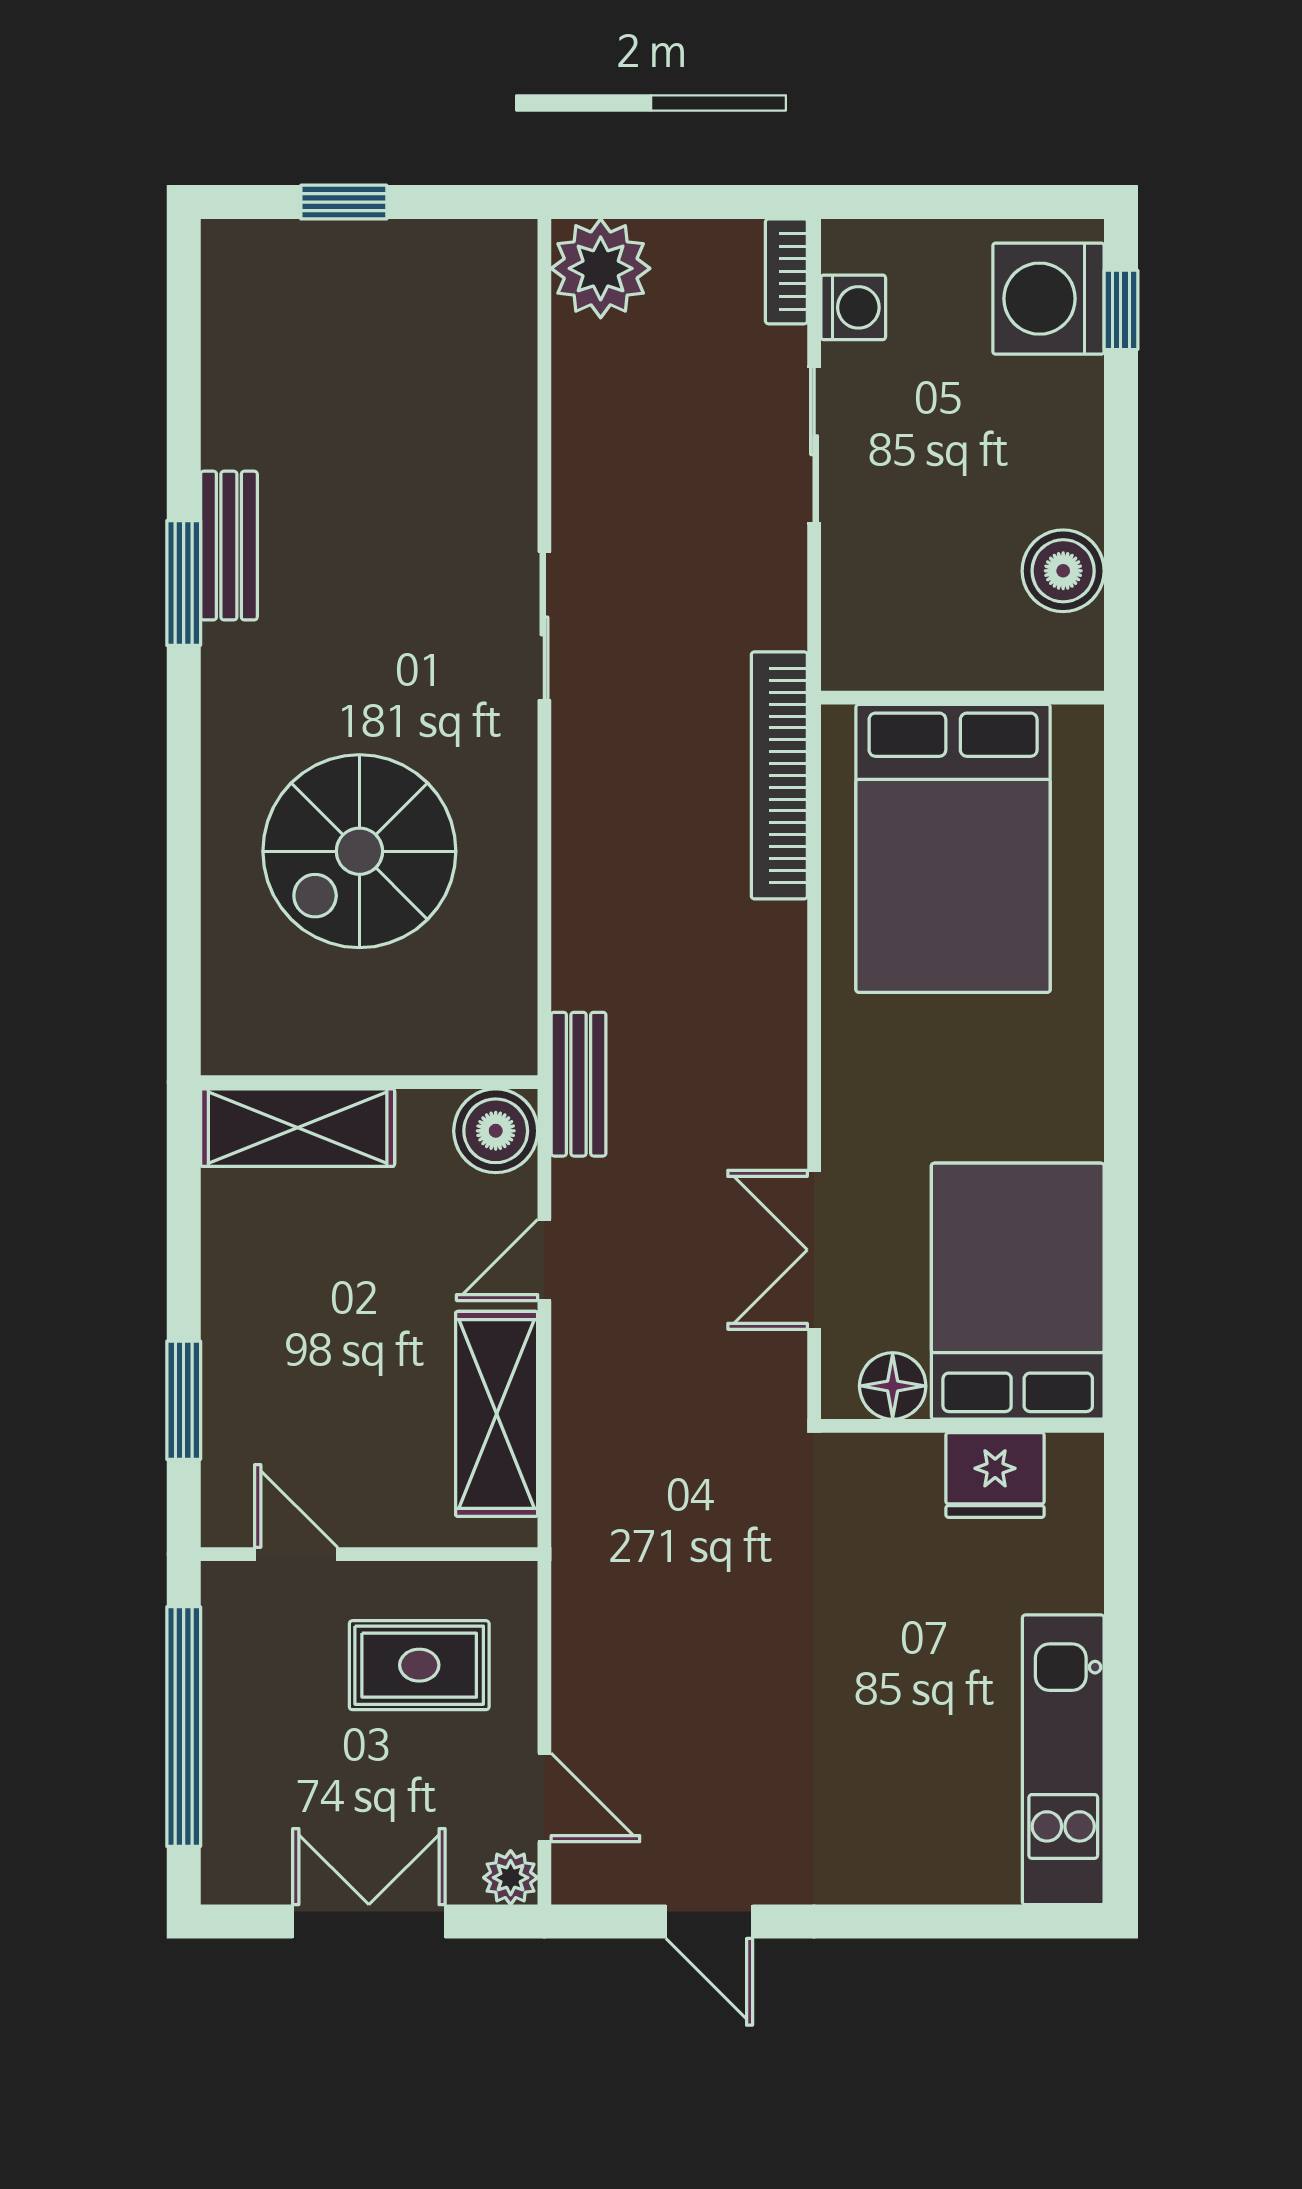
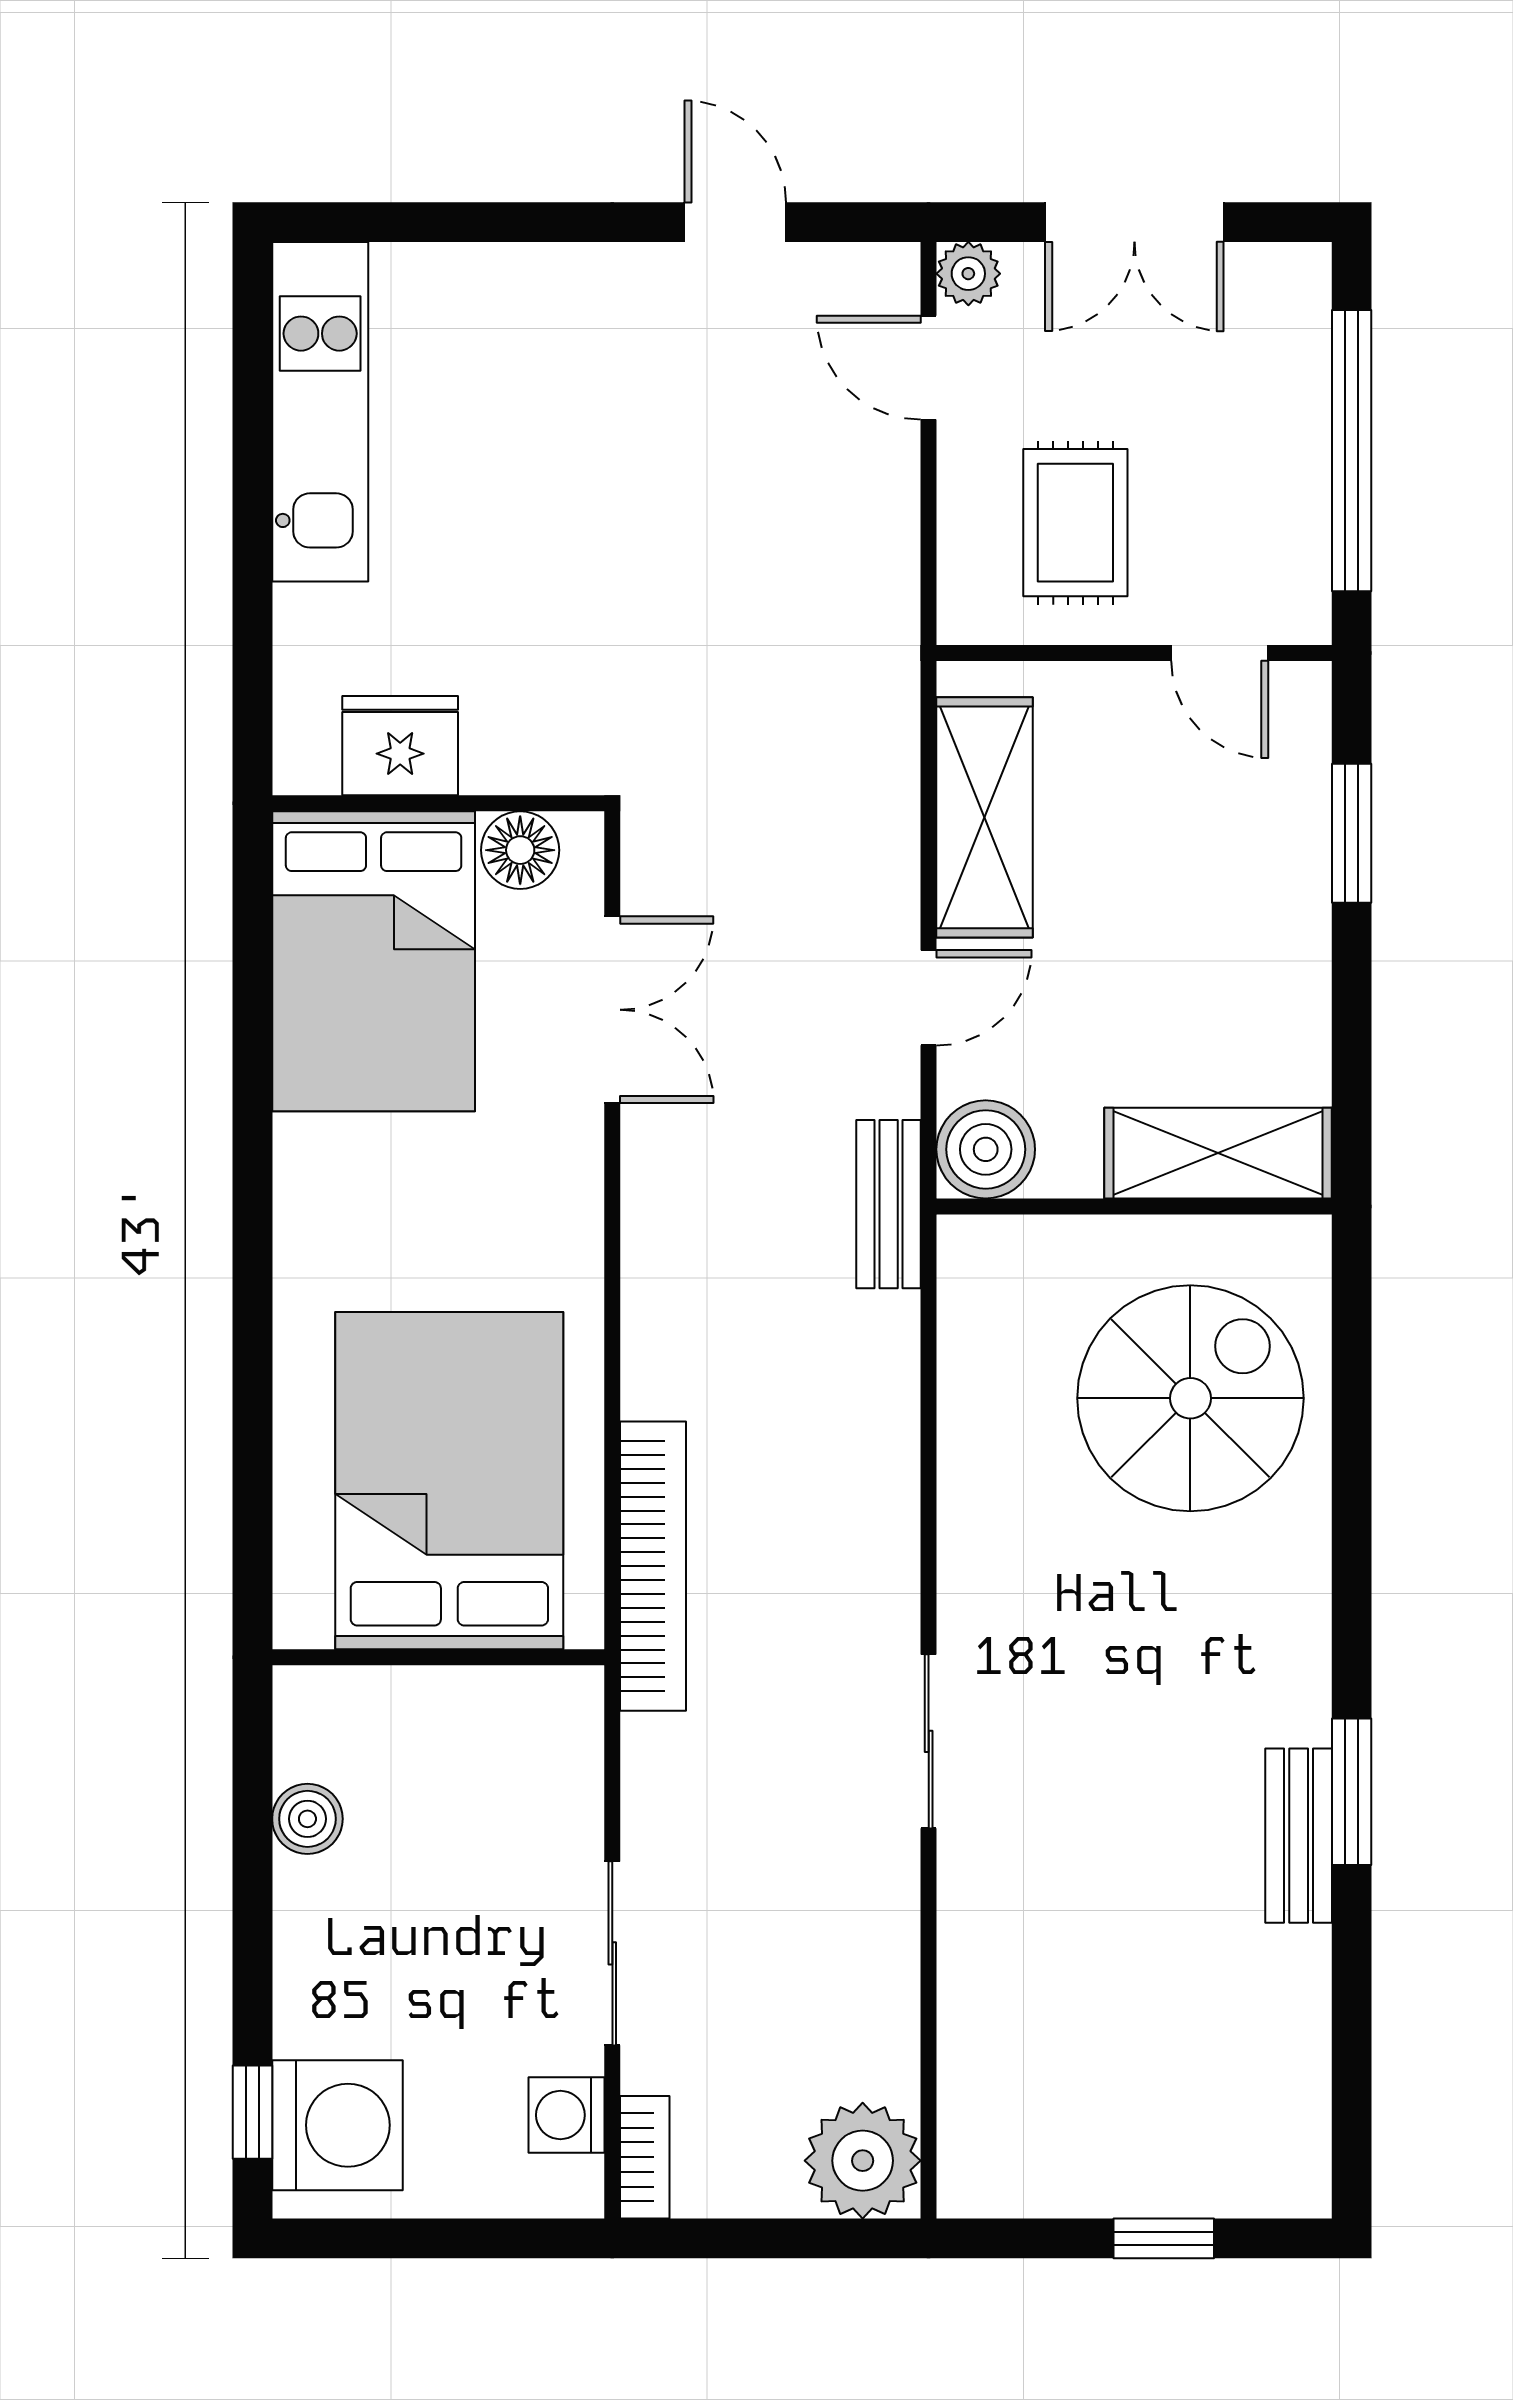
boiler: (1063, 571) -> (307, 1819), width x0.73, depth x0.73
spiral stairs: (359, 851) -> (1190, 1398), moved
rug: (419, 1665) -> (1075, 523), turned 90

